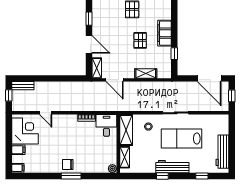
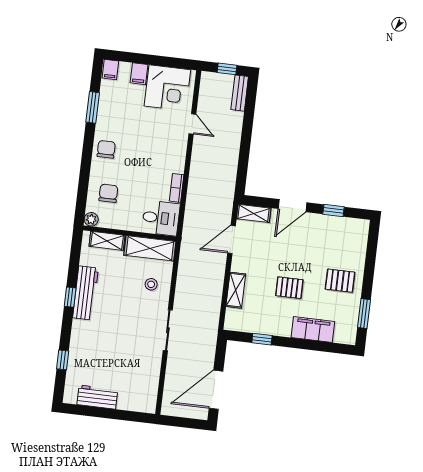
filing cabinet: (164, 33) -> (313, 330), moved
window: (232, 96) -> (184, 422), removed
door: (46, 113) -> (192, 124), swing flipped
lab bench: (182, 139) -> (126, 335), removed
workbench: (222, 152) -> (97, 397), width x0.73
chair: (95, 160) -> (108, 193), added
workbench: (172, 167) -> (85, 293), moved
window: (71, 176) -> (93, 107), moved

